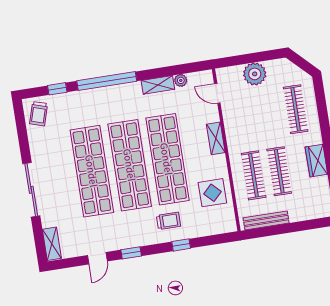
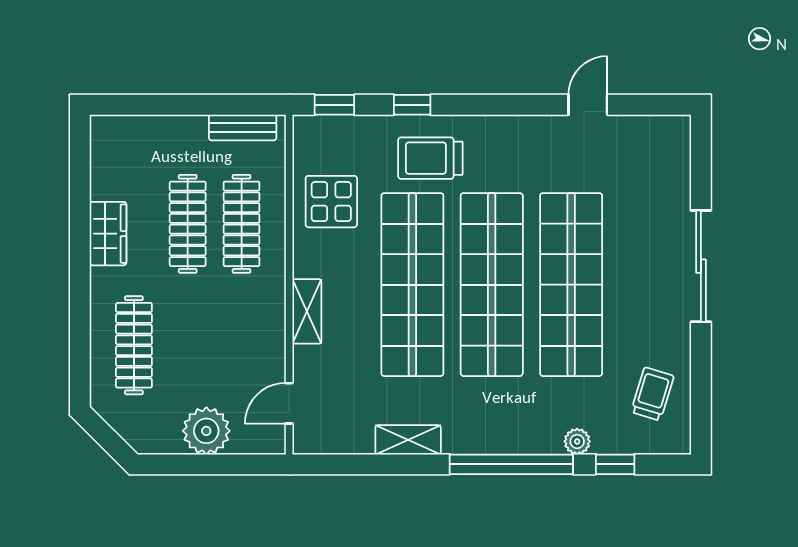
plant: (181, 80) -> (577, 441), moved
door: (217, 93) -> (289, 403), swing flipped
trolley: (39, 114) -> (652, 394), moved
bench: (266, 220) -> (243, 127), width x0.73
trolley: (168, 221) -> (430, 158), width x1.36, depth x1.39
shelving: (52, 244) -> (676, 149), removed
window: (131, 253) -> (334, 105), moved

